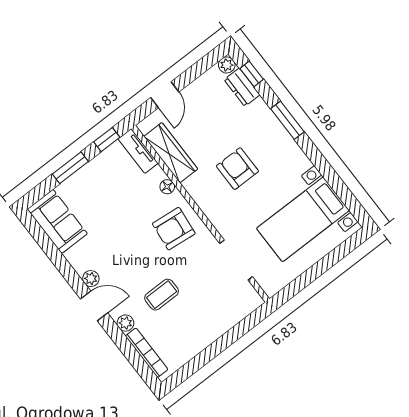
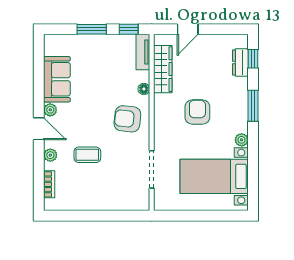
plant: (227, 65) -> (242, 140), moved
sofa: (57, 221) -> (57, 79), moved
bookcase: (147, 353) -> (49, 184), width x0.64

